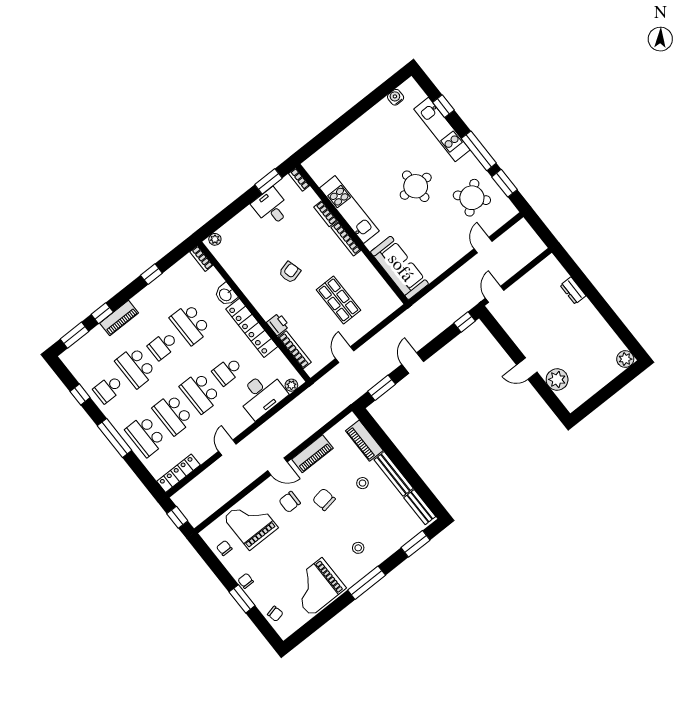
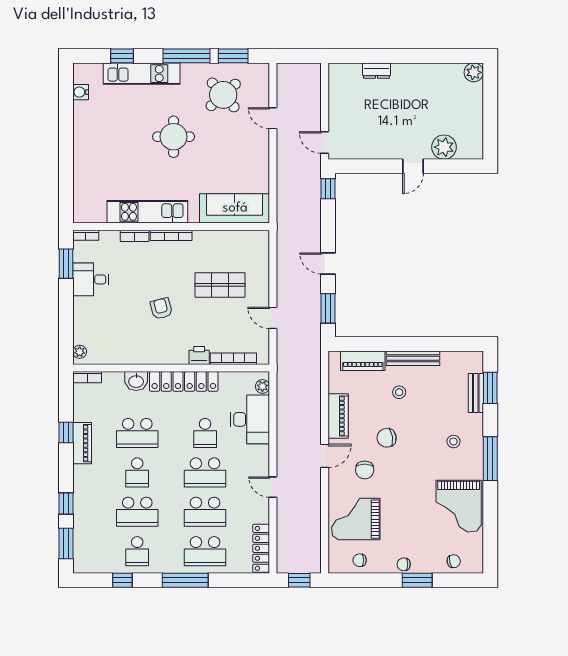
piano: (119, 318) -> (82, 443), moved
bench: (420, 507) -> (476, 393), moved, turned 90

